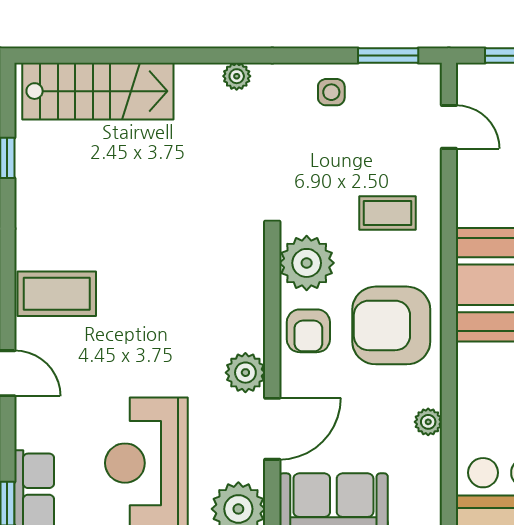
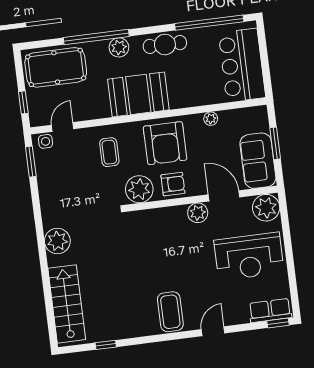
plant: (237, 76) -> (57, 241), width x1.88, depth x1.88
side table: (331, 92) -> (46, 141), moved

